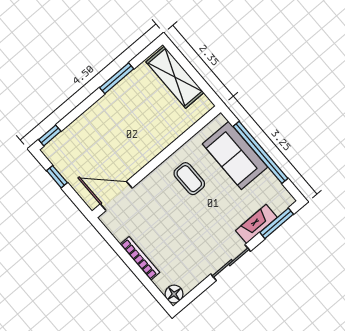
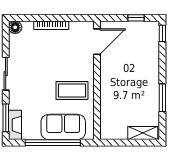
shelving: (175, 77) -> (143, 133), width x0.67, depth x0.75
coffee table: (189, 179) -> (72, 91), width x1.36, depth x1.30
fireplace: (256, 224) -> (15, 125), moved

